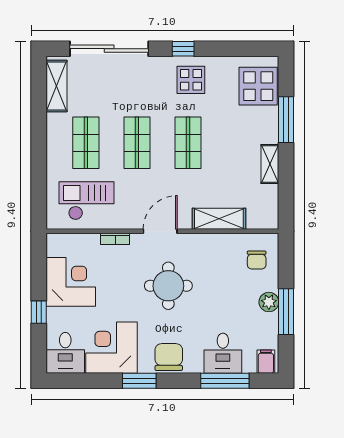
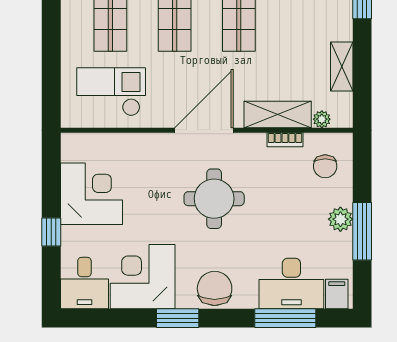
shelving: (270, 164) -> (342, 67), moved
plant: (254, 223) -> (322, 119), added
door: (160, 231) -> (204, 130), width x1.36
bookcase: (115, 239) -> (285, 140), moved
desk: (223, 353) -> (291, 283), width x1.37

